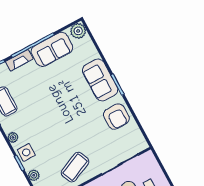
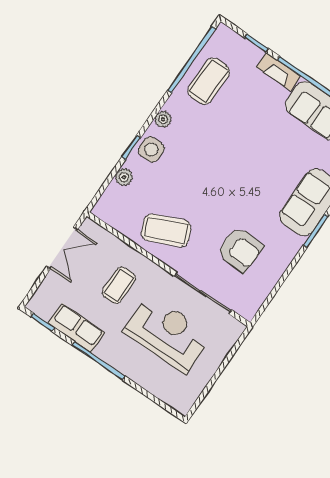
armchair: (116, 117) -> (240, 249), moved, turned -87

